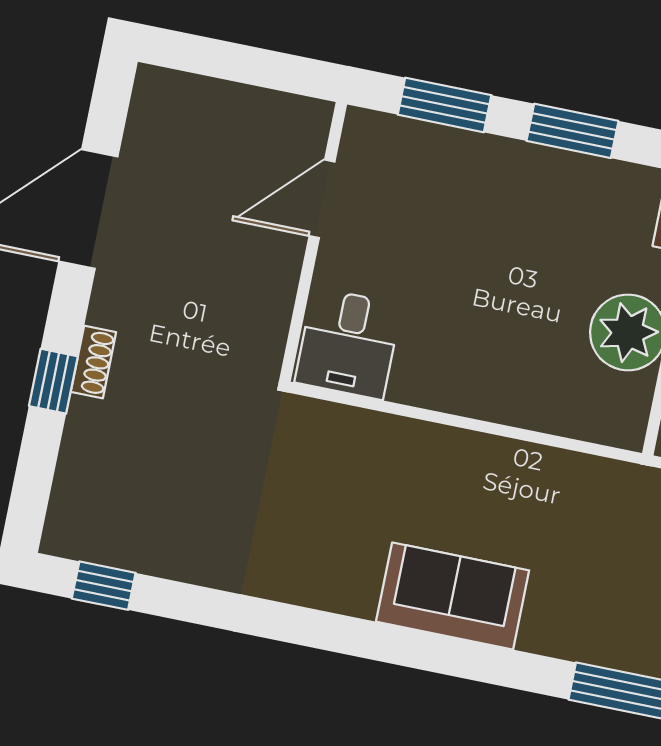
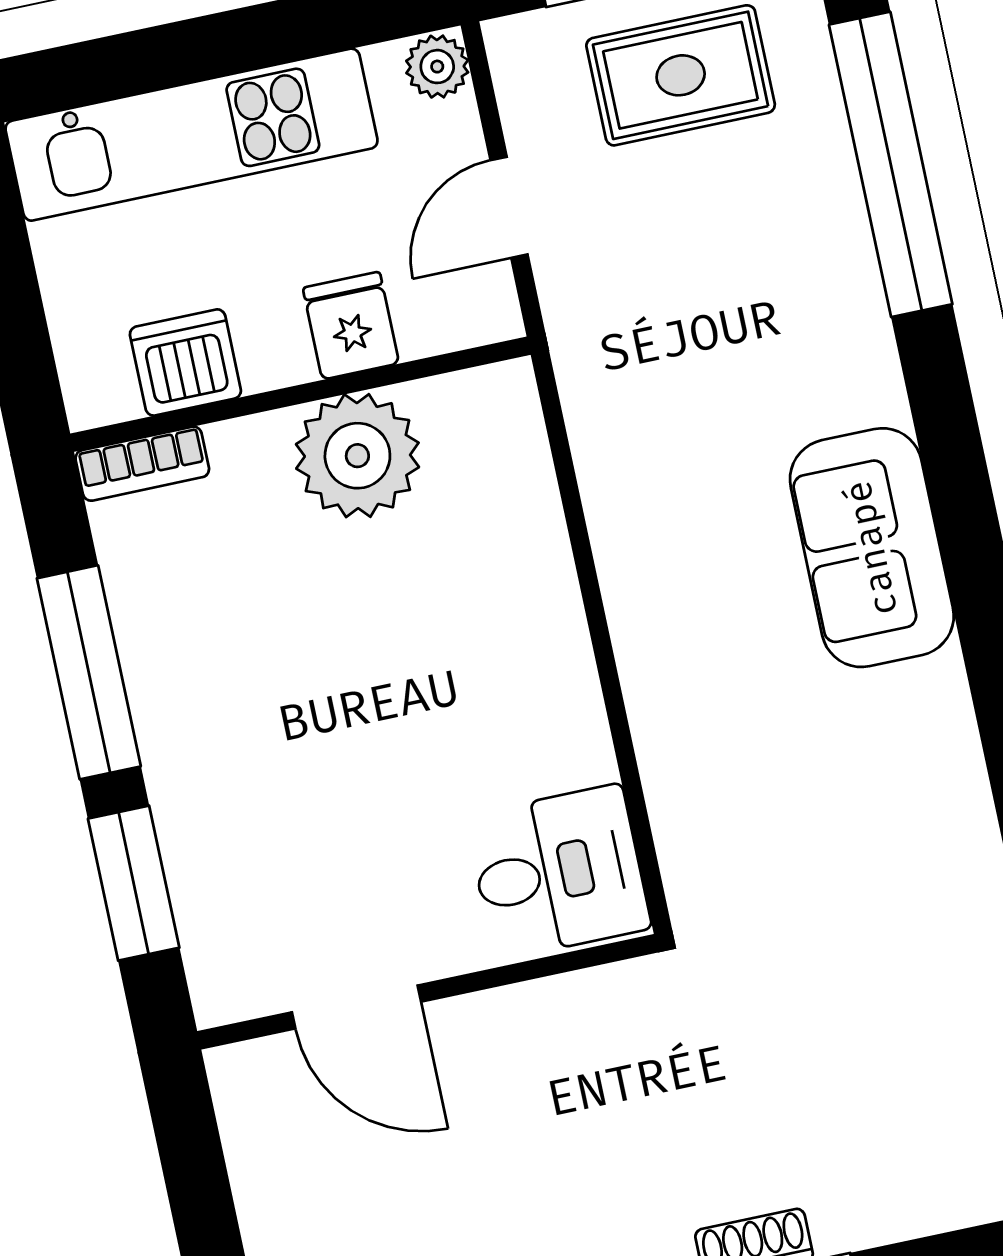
window: (572, 131) -> (89, 672), width x1.44

